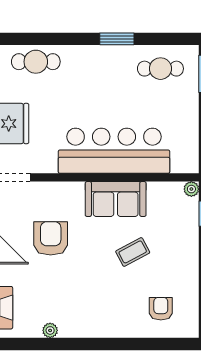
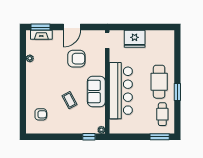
cafe table: (36, 62) -> (159, 82), moved, width x1.37, depth x1.35

